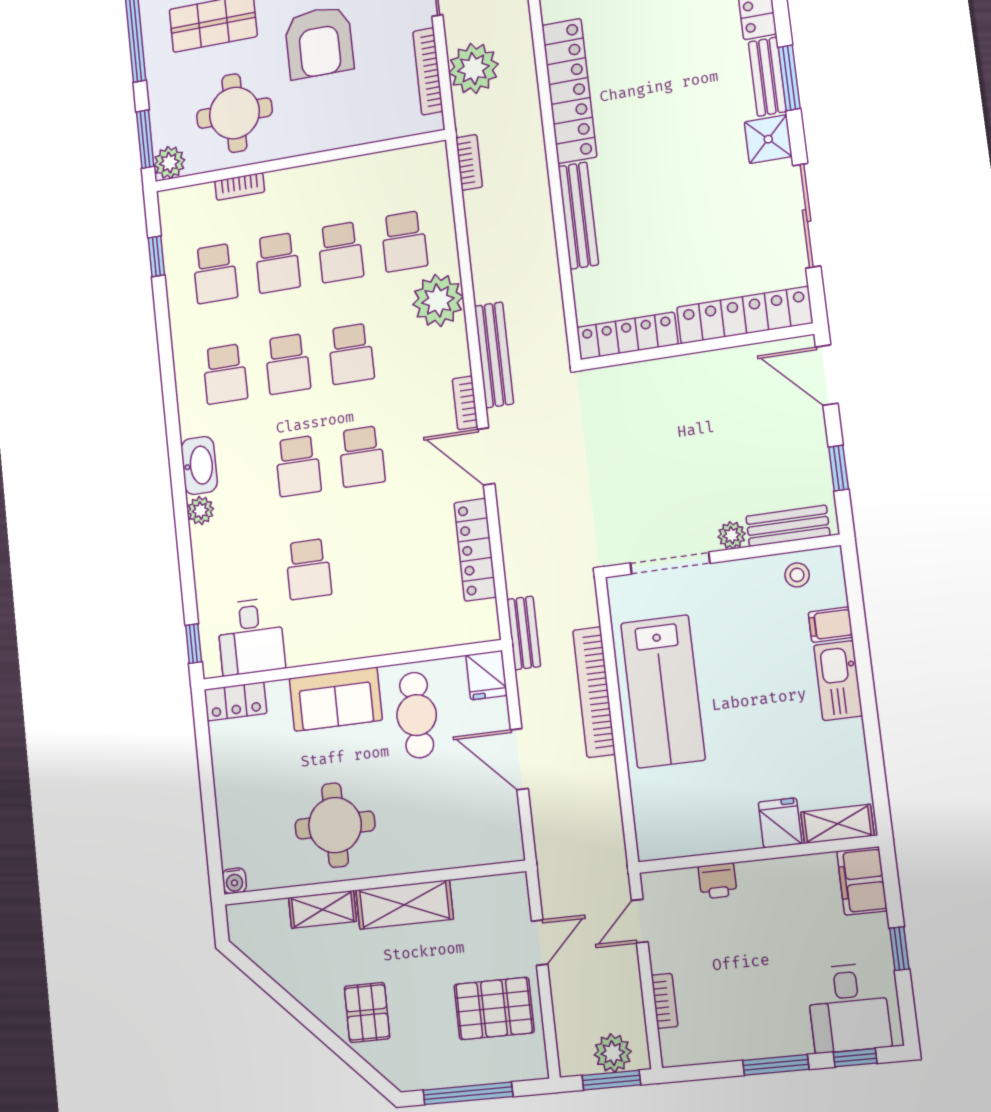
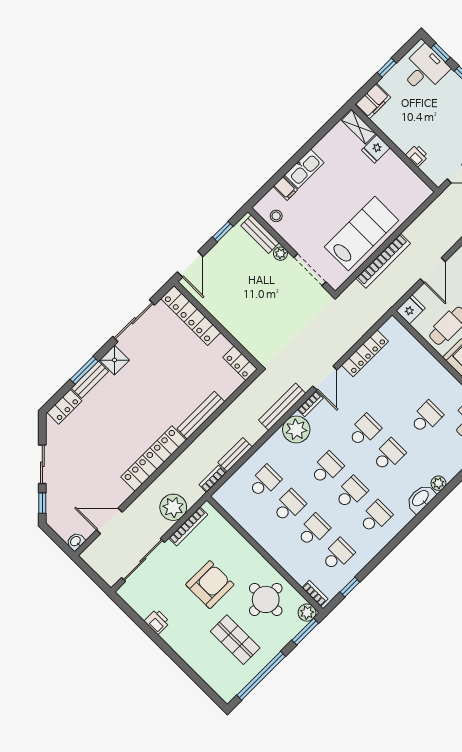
bookcase: (240, 186) -> (315, 593), moved
plant: (438, 300) -> (296, 429), moved
locker: (627, 336) -> (240, 363), width x0.66
bench: (524, 633) -> (235, 455), moved

